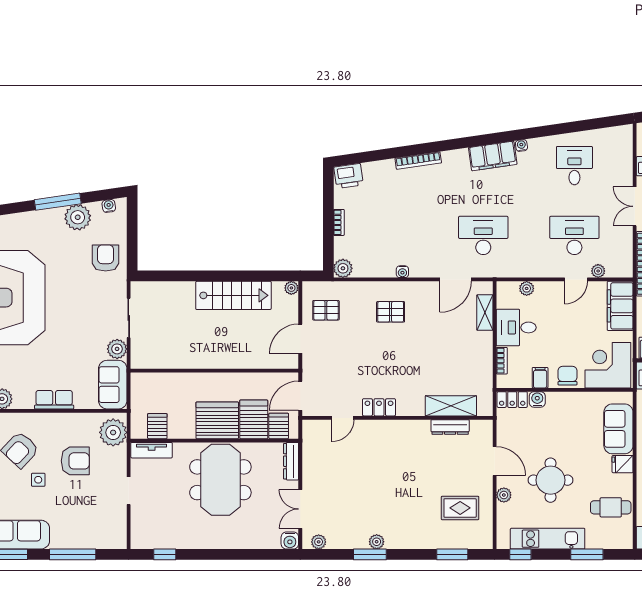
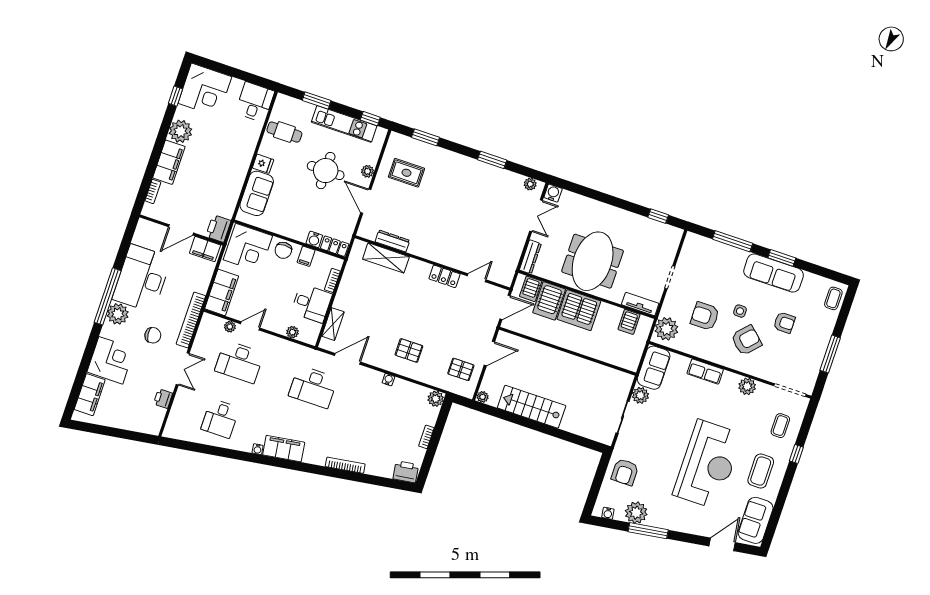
plant: (377, 542) -> (483, 168), removed

